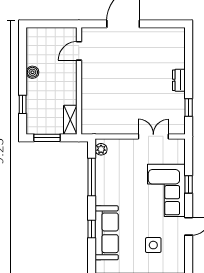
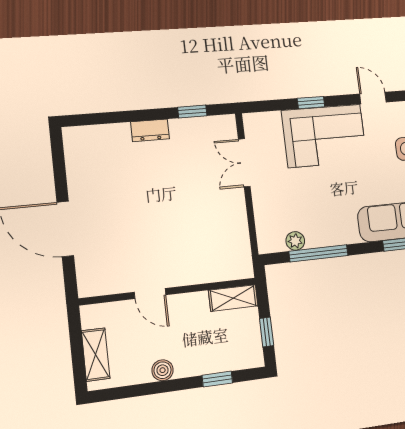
shelving: (47, 34) -> (96, 355), added
door: (79, 51) -> (150, 294), moved
window: (47, 138) -> (267, 332), width x0.67
plant: (101, 149) -> (295, 241), moved

